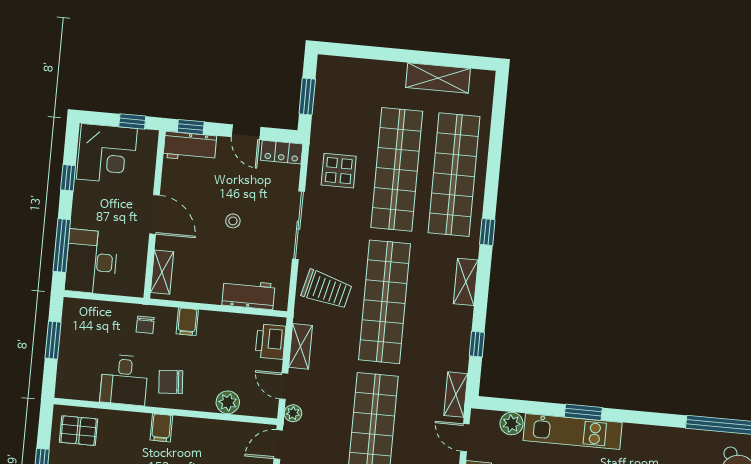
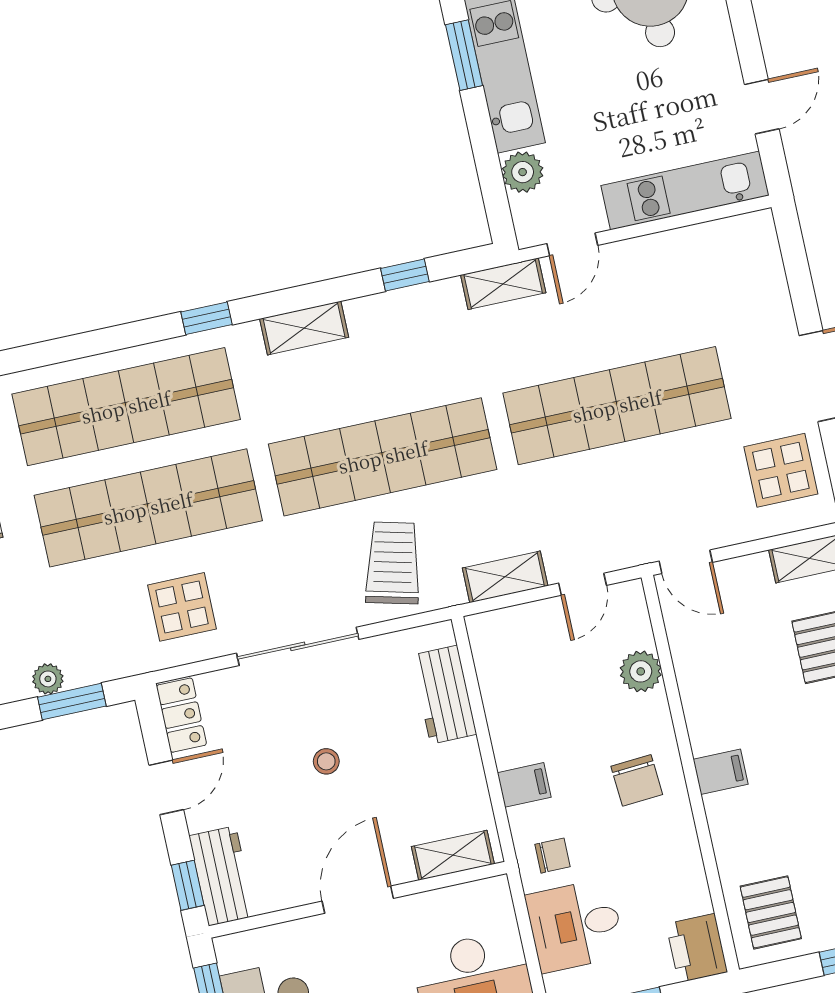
printer: (271, 342) -> (697, 948), moved, turned 90
desk: (124, 380) -> (575, 925), moved, turned 180
plant: (293, 413) -> (48, 679), moved

